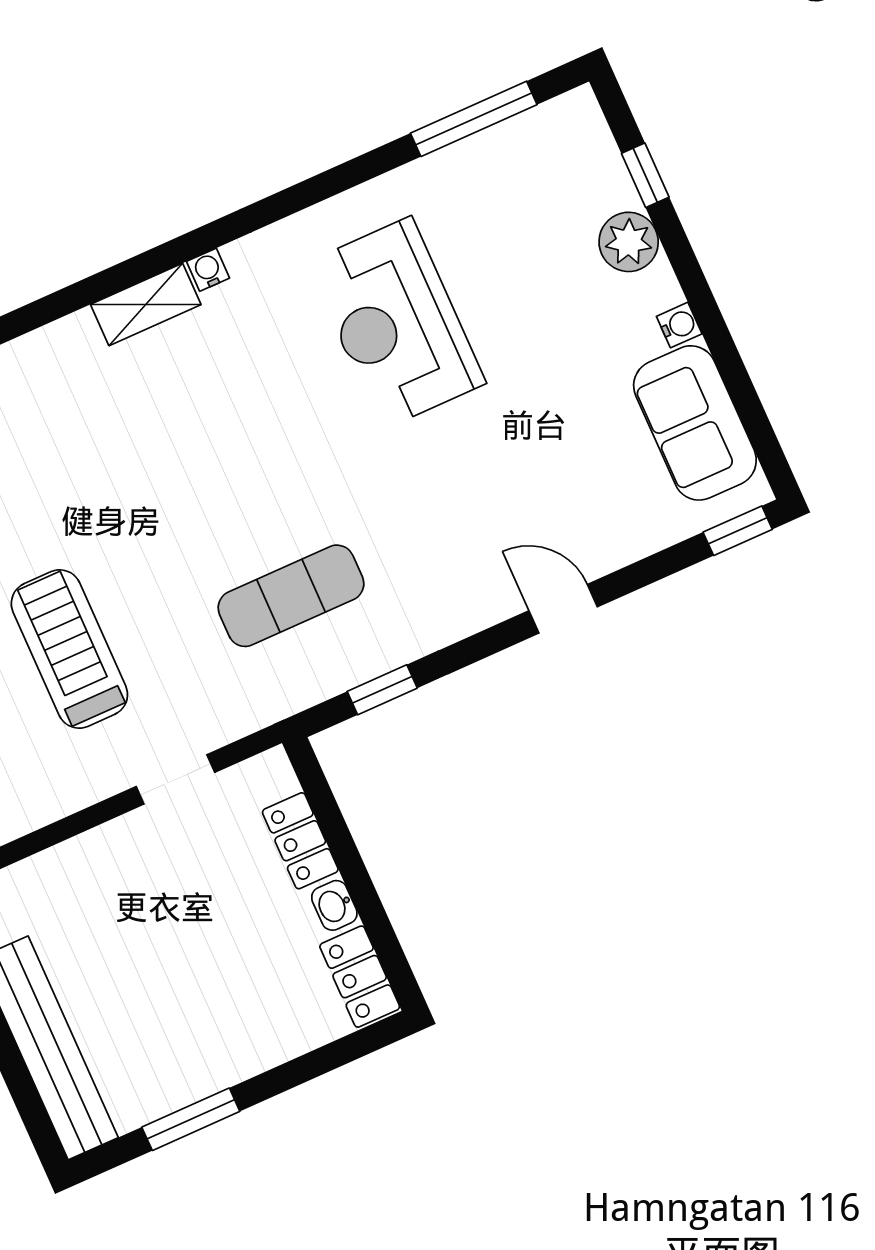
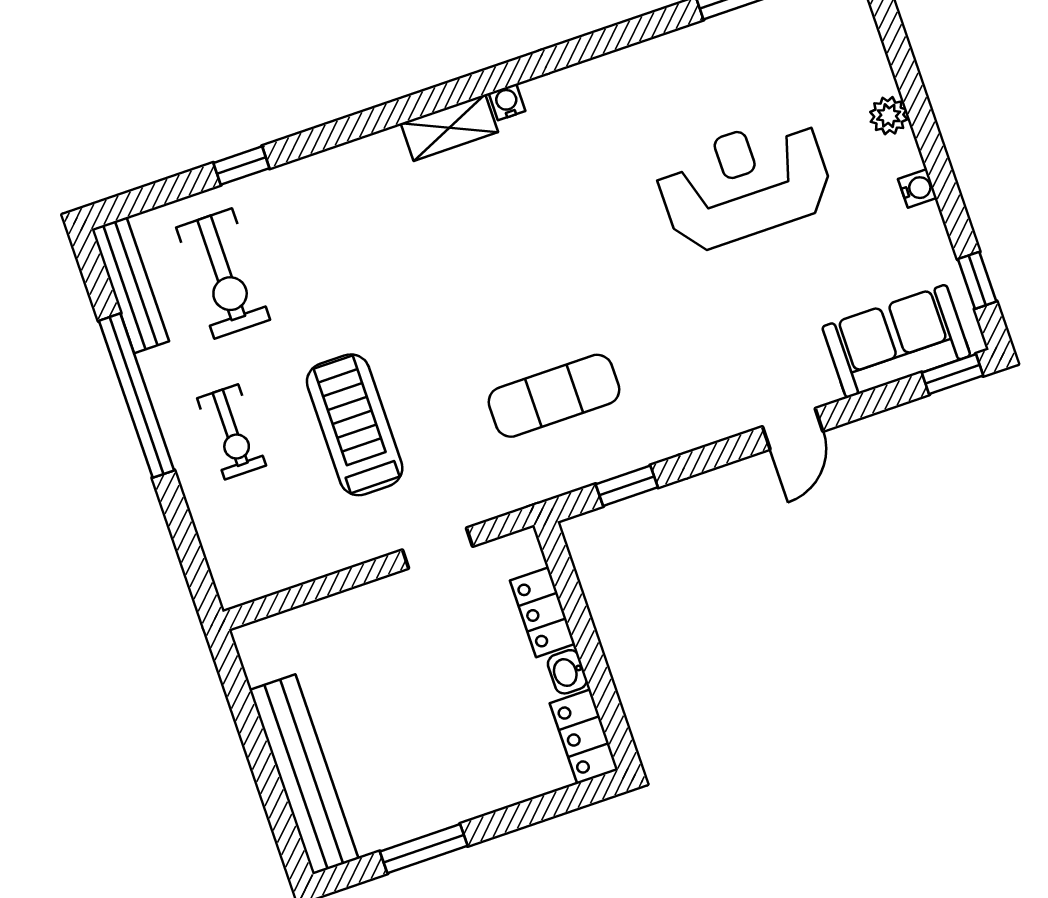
window: (645, 175) -> (977, 280), moved
plant: (629, 242) -> (889, 116), width x0.73, depth x0.73
reception desk: (396, 323) -> (744, 183), moved, turned 90
sofa: (695, 423) -> (896, 341), moved, turned 90
door: (563, 609) -> (793, 429), swing flipped

